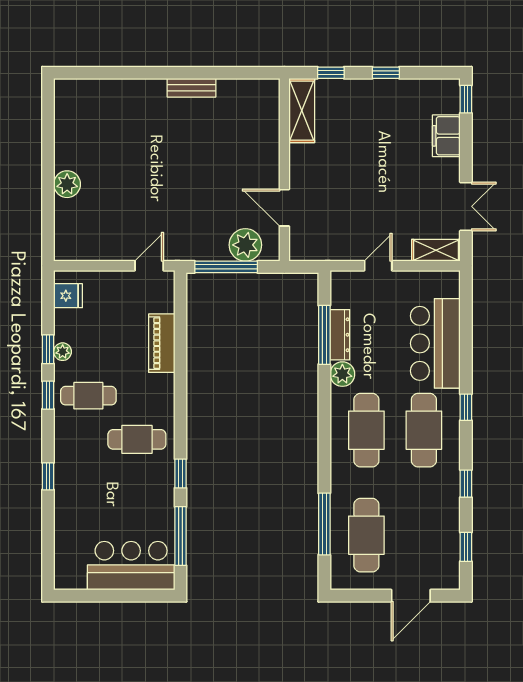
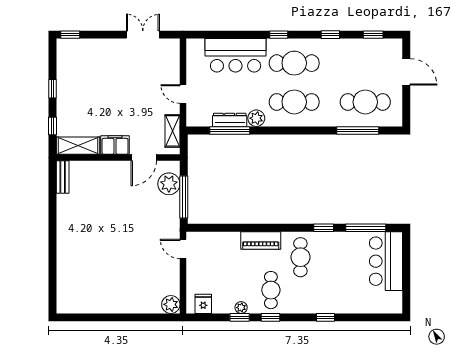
bench: (191, 88) -> (63, 177), moved
filing cabinet: (446, 136) -> (115, 145), moved, turned 180
plant: (67, 184) -> (171, 304), moved
shelving: (436, 250) -> (172, 131), moved
piano: (162, 343) -> (261, 240), moved

